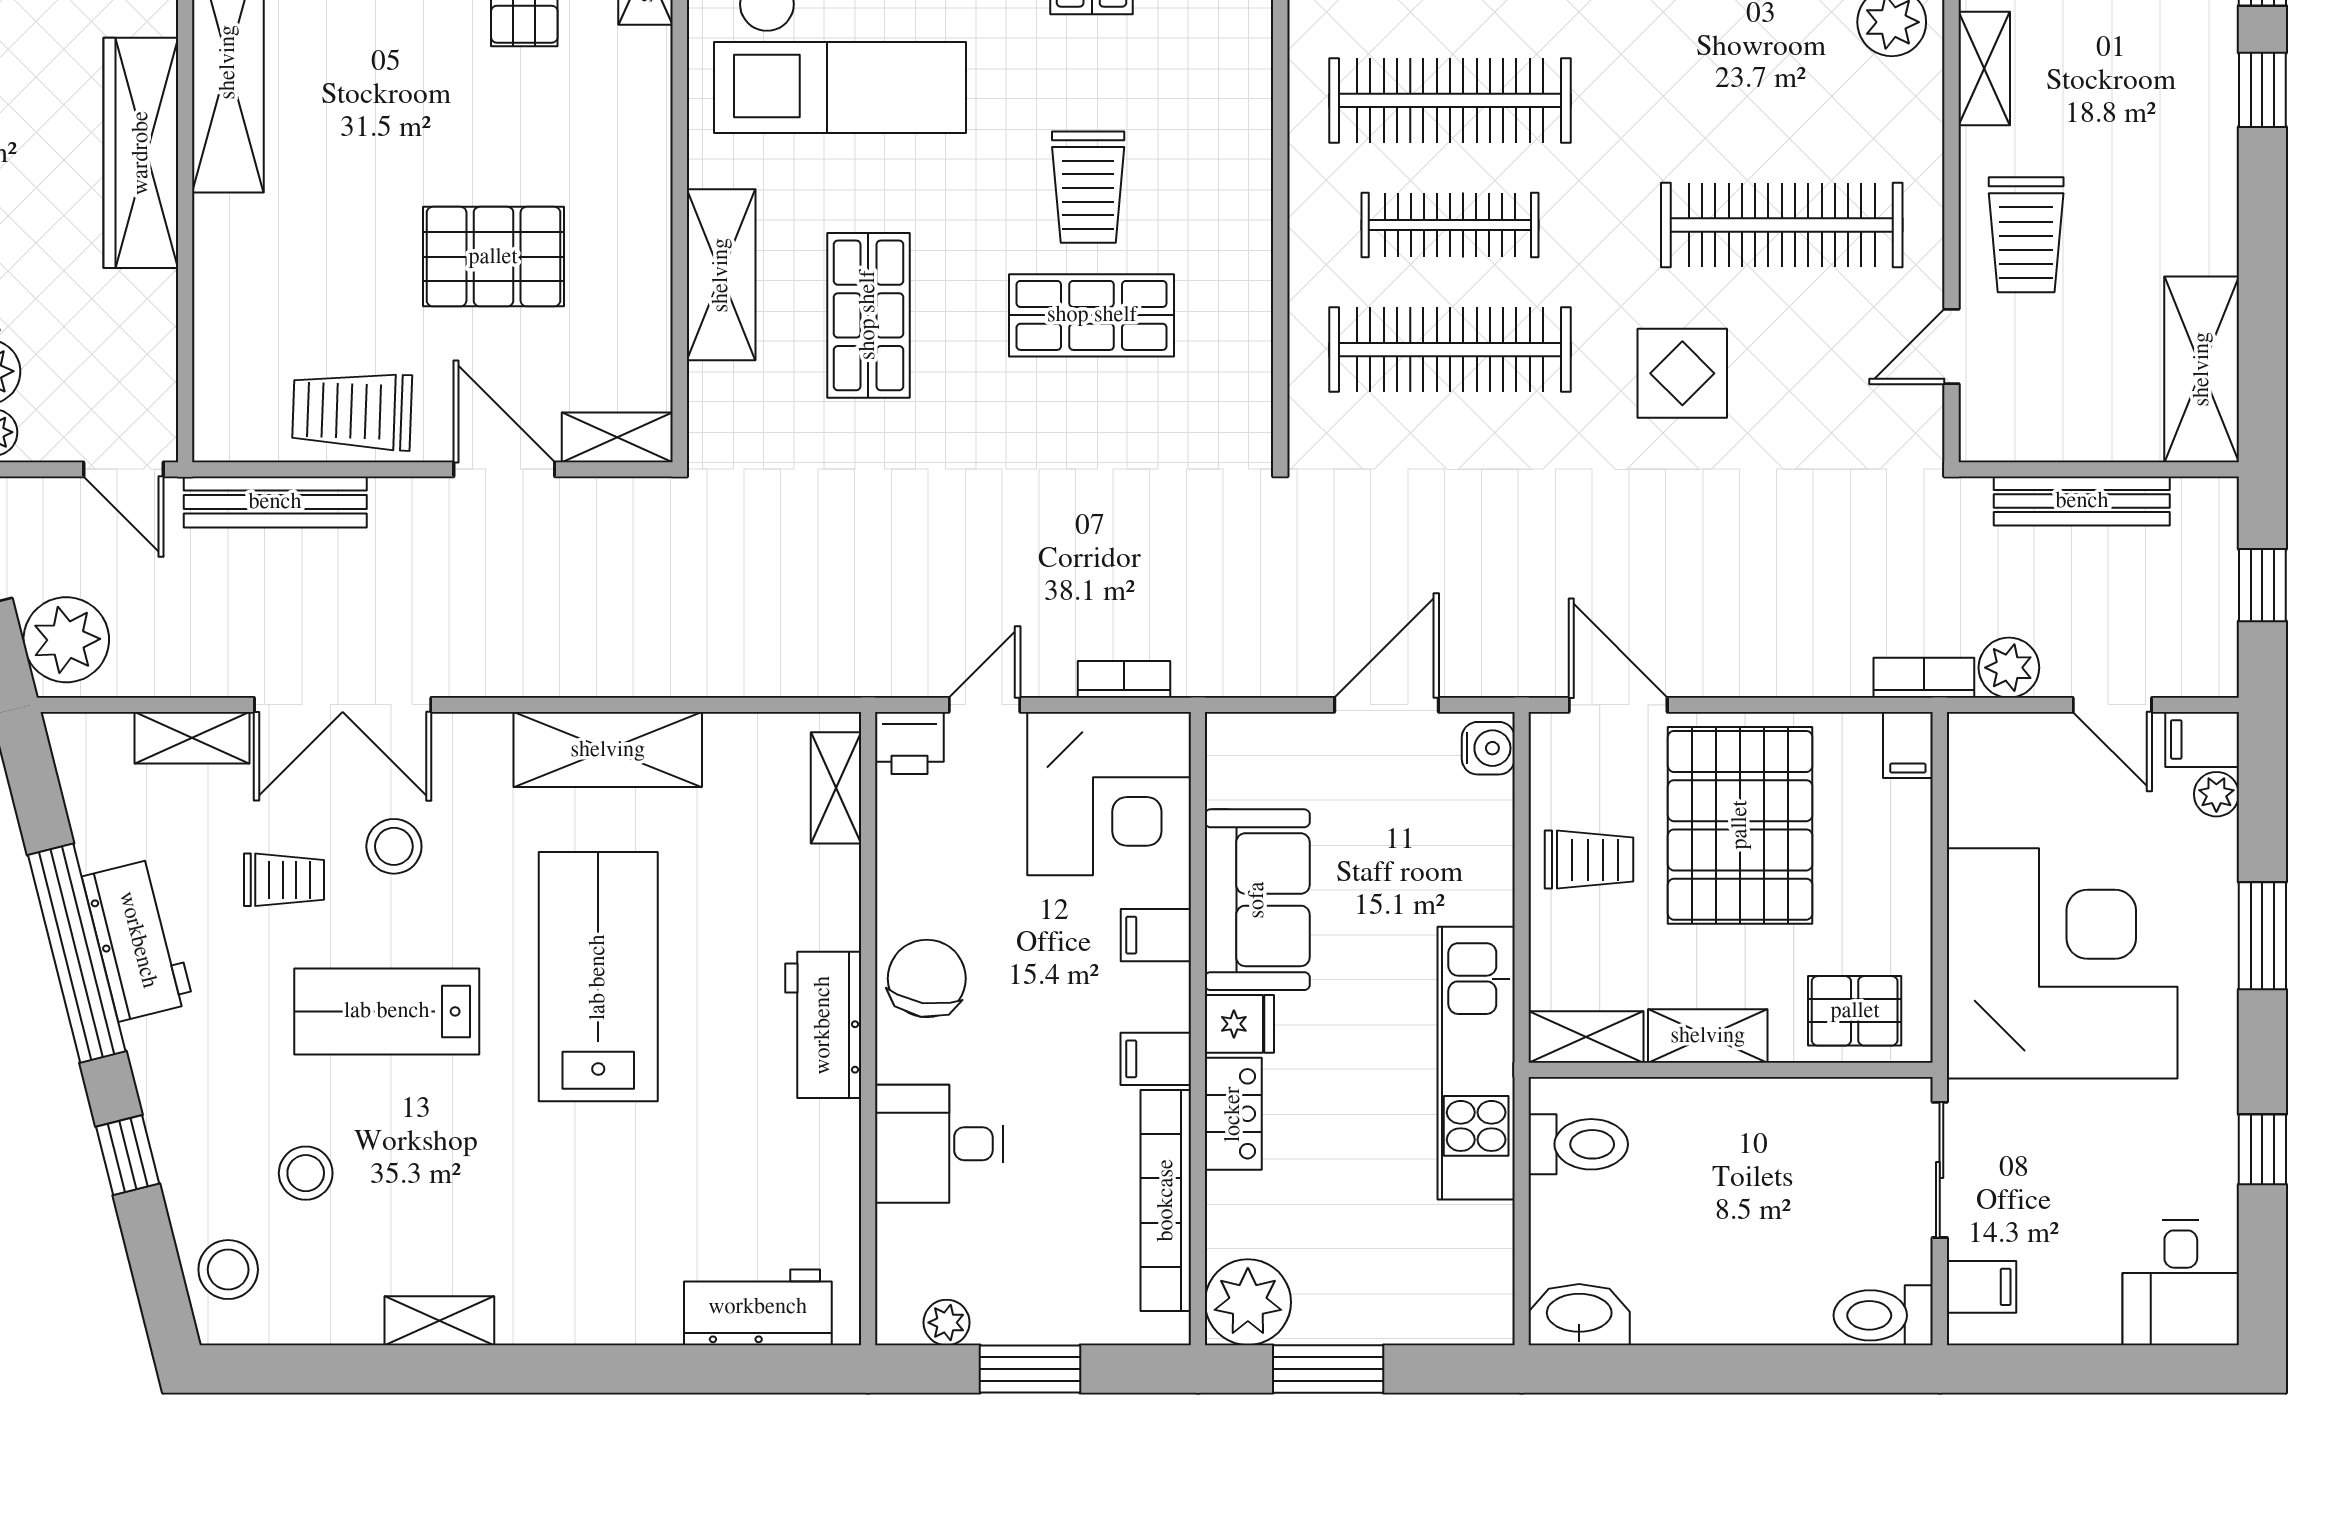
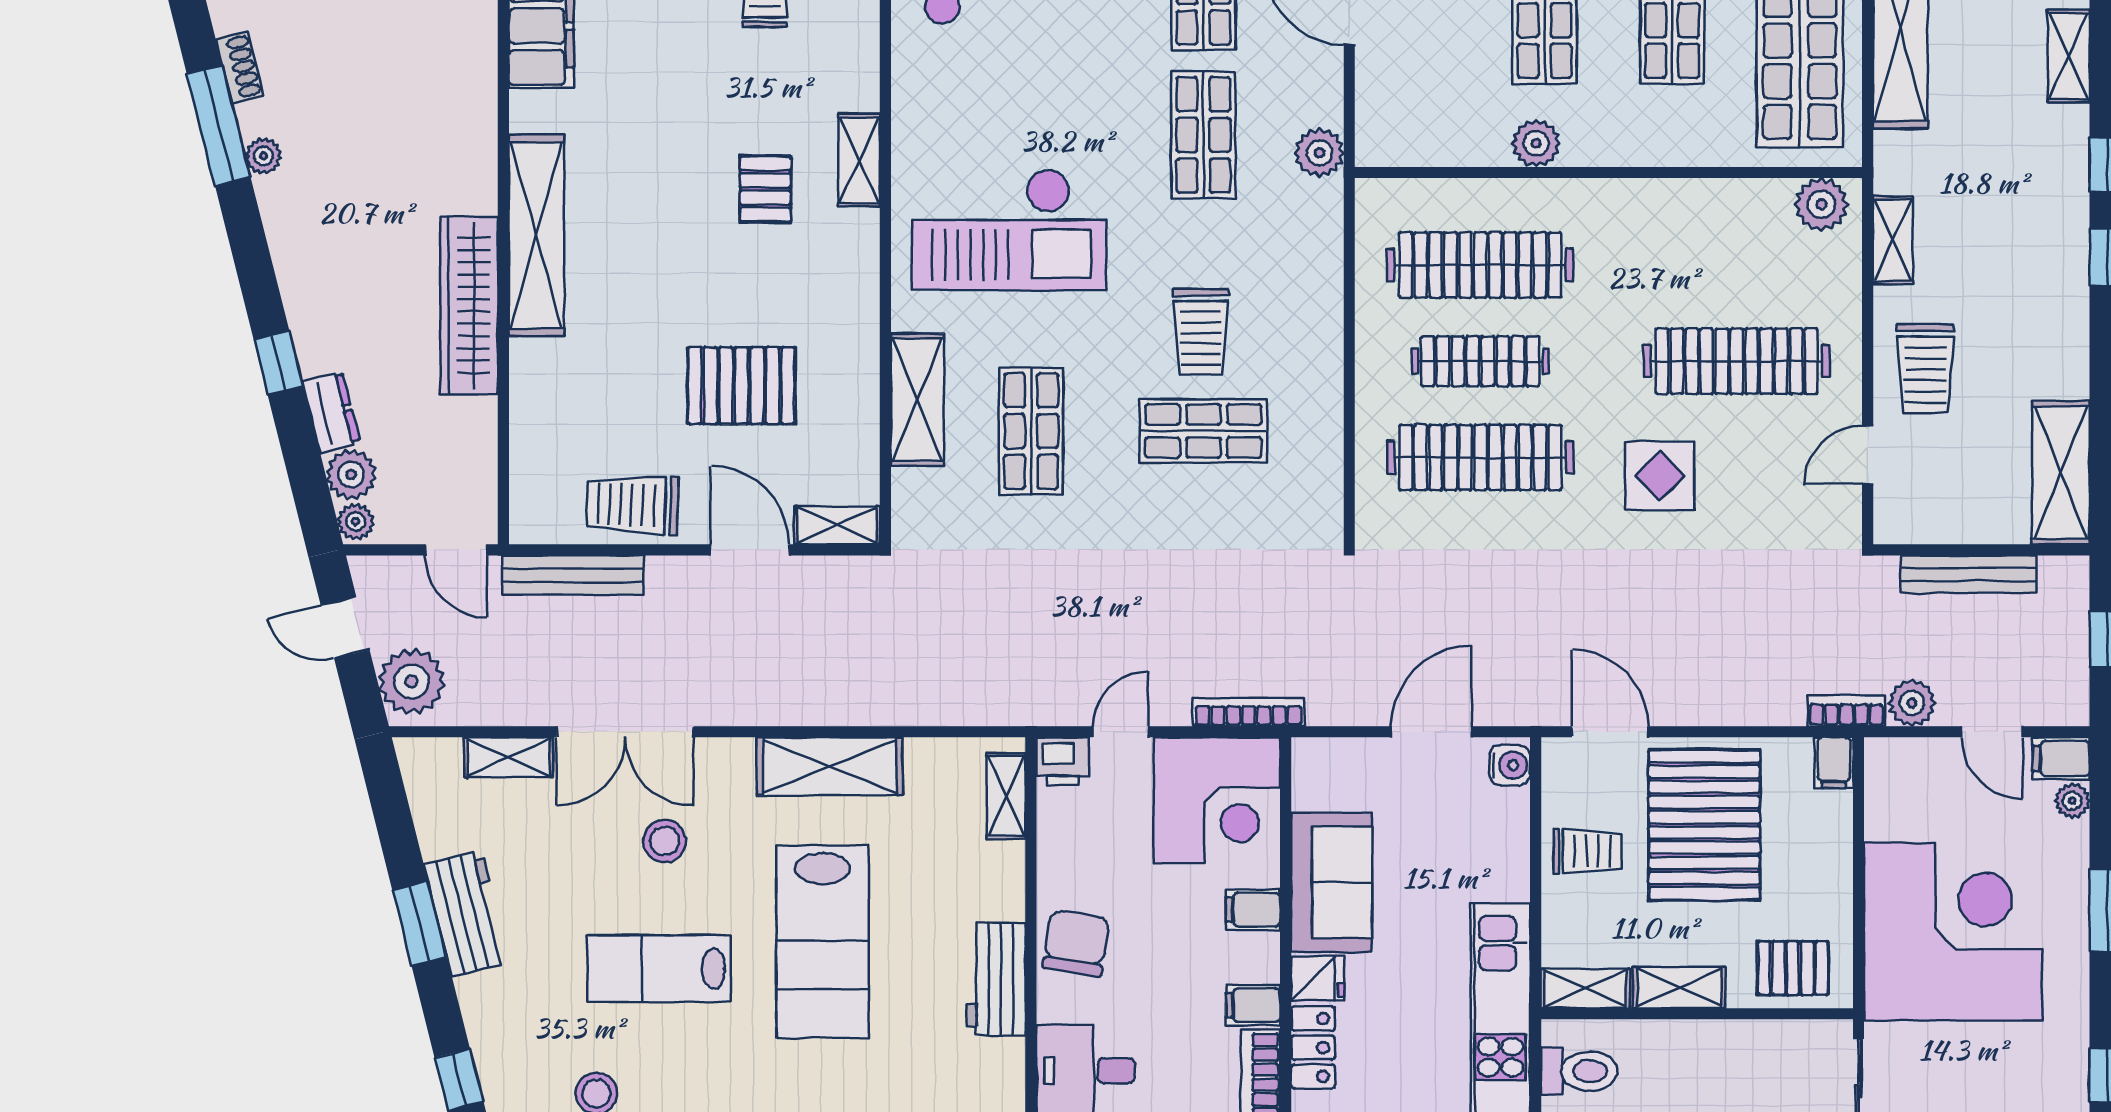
bookcase: (1124, 679) -> (1249, 712), width x1.56
trolley: (284, 880) -> (580, 867), removed
window: (77, 953) -> (420, 924), width x0.47
lab bench: (598, 977) -> (822, 942), turned 180

